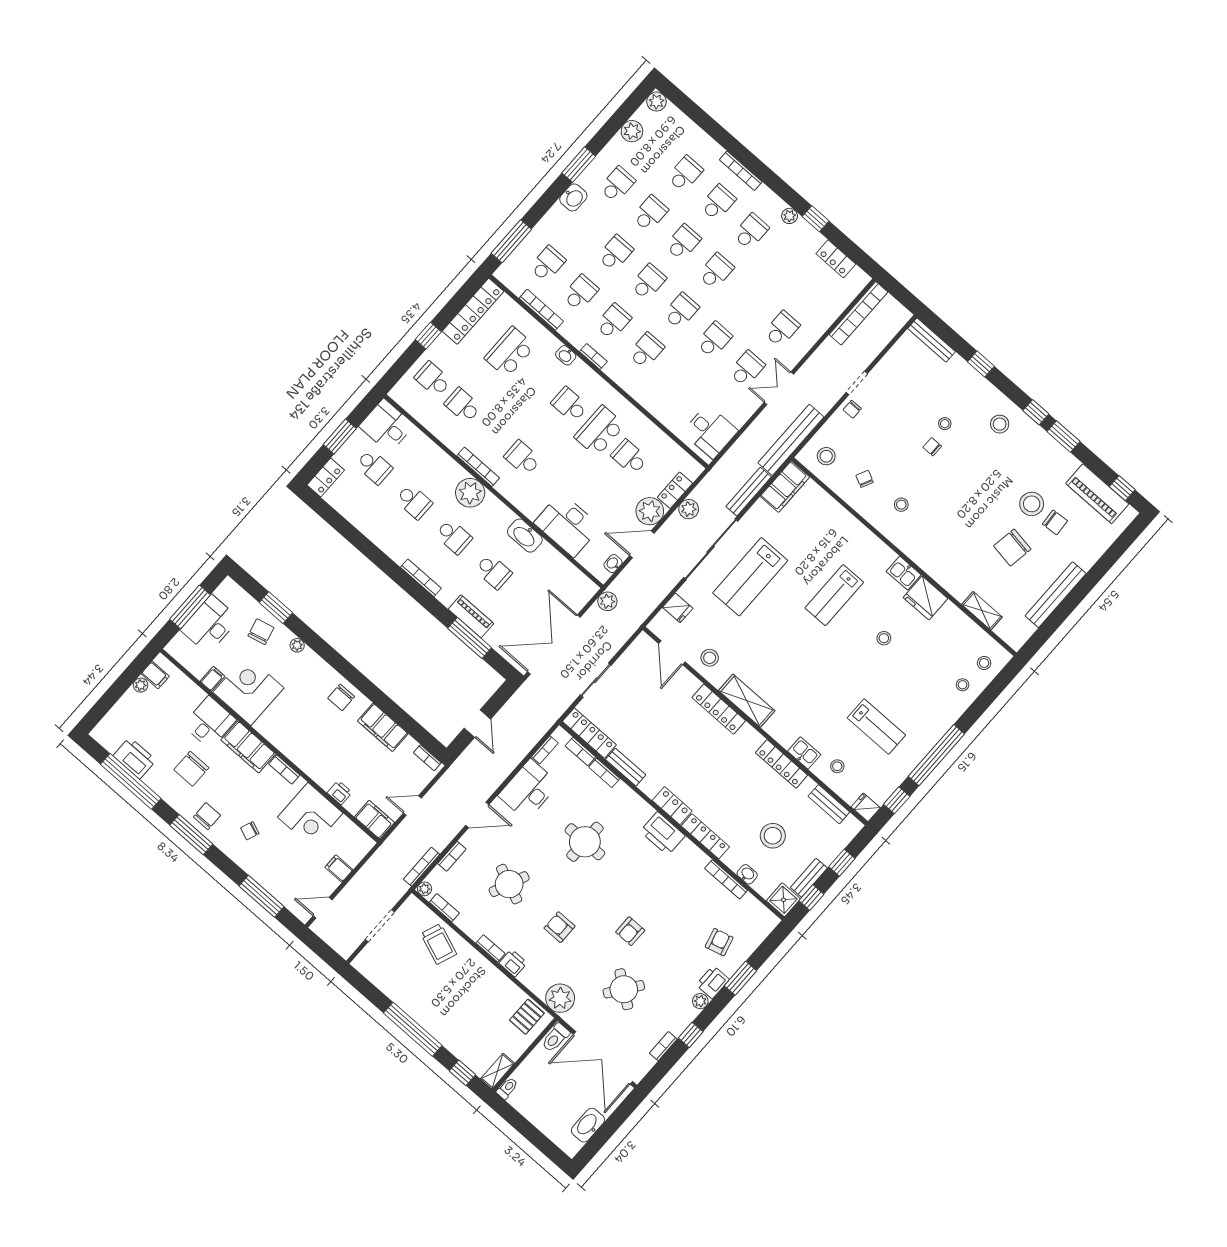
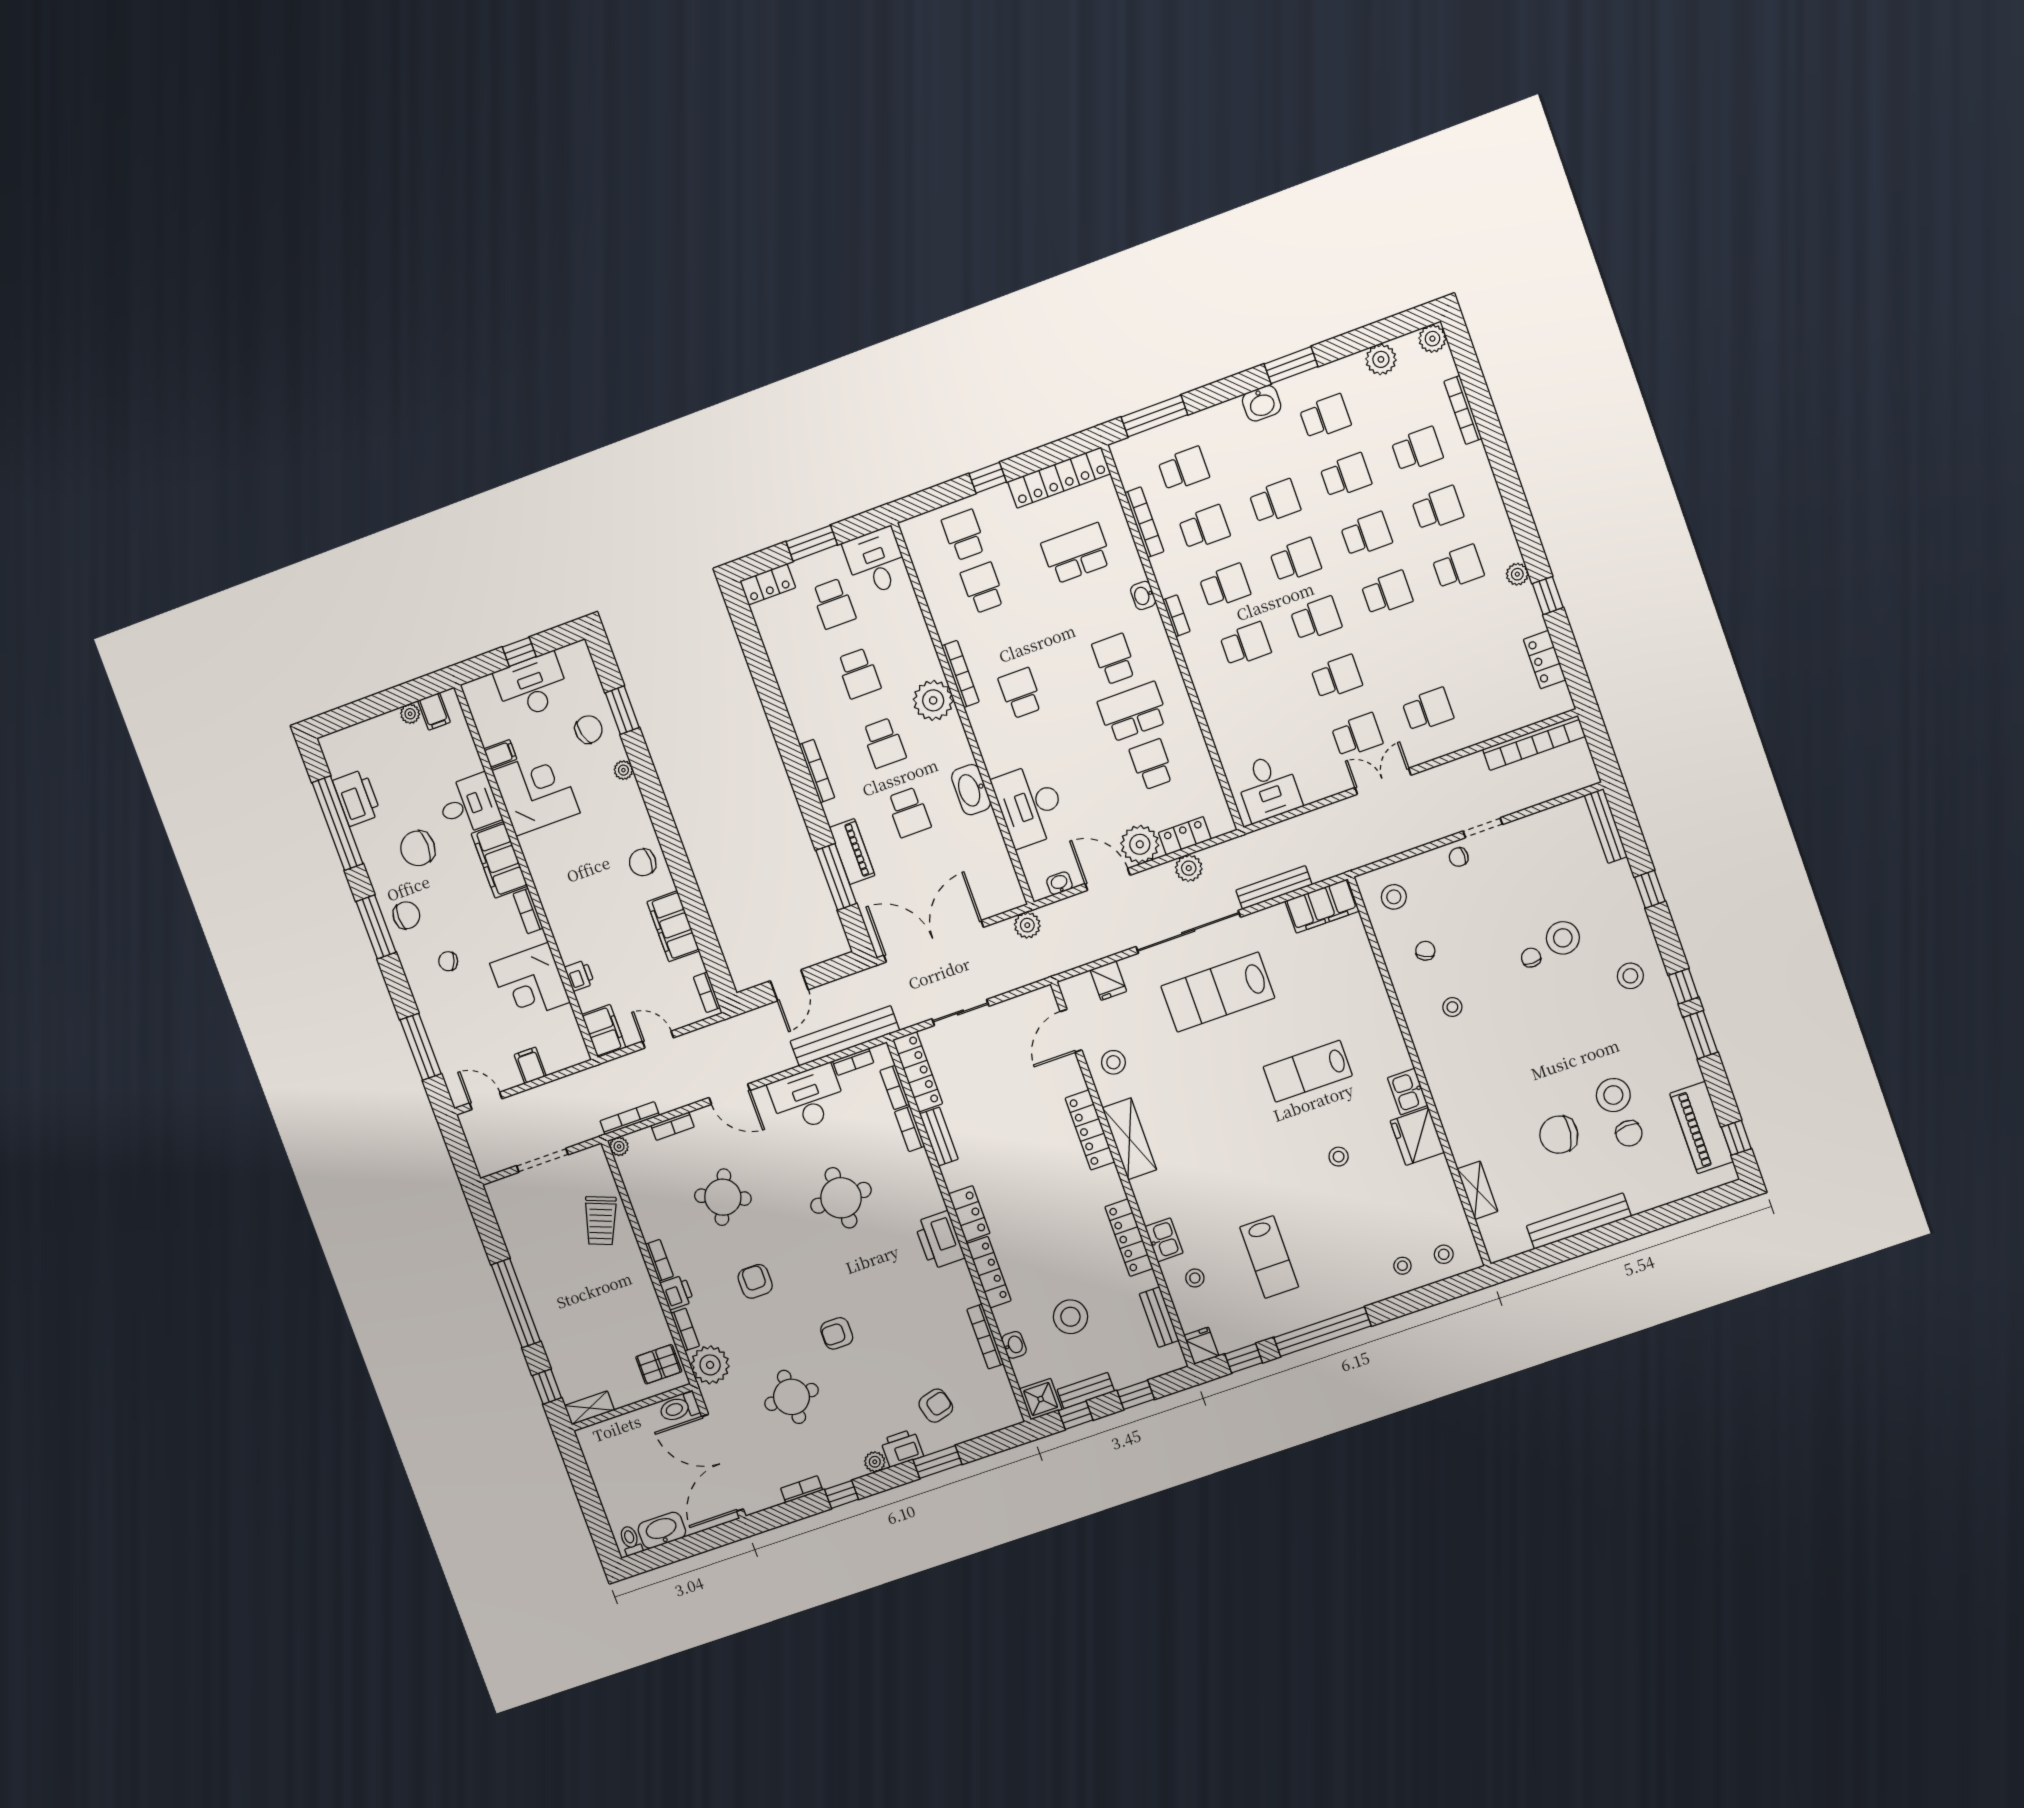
bookcase: (741, 171) -> (1463, 410), moved
stool: (945, 424) -> (1563, 938), width x1.89, depth x1.89
bench: (791, 440) -> (845, 1036), moved
window: (190, 607) -> (519, 652), width x0.46
bookcase: (444, 908) -> (685, 1330), moved
round table: (624, 989) -> (791, 1397), turned -36
toilet: (507, 1088) -> (630, 1541), moved, turned -90

